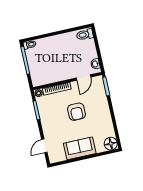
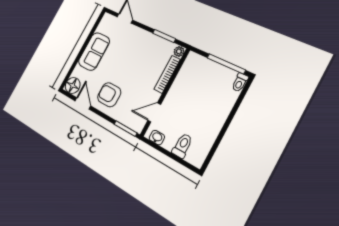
toilet: (85, 35) -> (182, 146), moved
door: (83, 78) -> (154, 112), hinge flipped
armchair: (76, 112) -> (109, 95), moved
door: (115, 127) -> (83, 103), added

